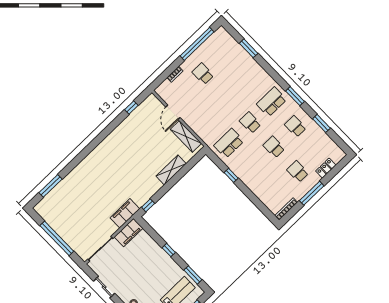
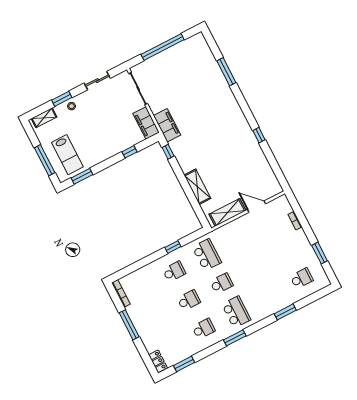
window: (197, 44) -> (320, 253), width x0.47
window: (249, 48) -> (285, 312), moved
school desk: (203, 74) -> (302, 278), moved
window: (131, 107) -> (259, 135), moved
window: (321, 123) -> (184, 364), moved
locker: (326, 168) -> (158, 361), moved
school desk: (298, 171) -> (174, 272), moved
window: (50, 186) -> (226, 72), moved
window: (169, 250) -> (129, 152), moved

